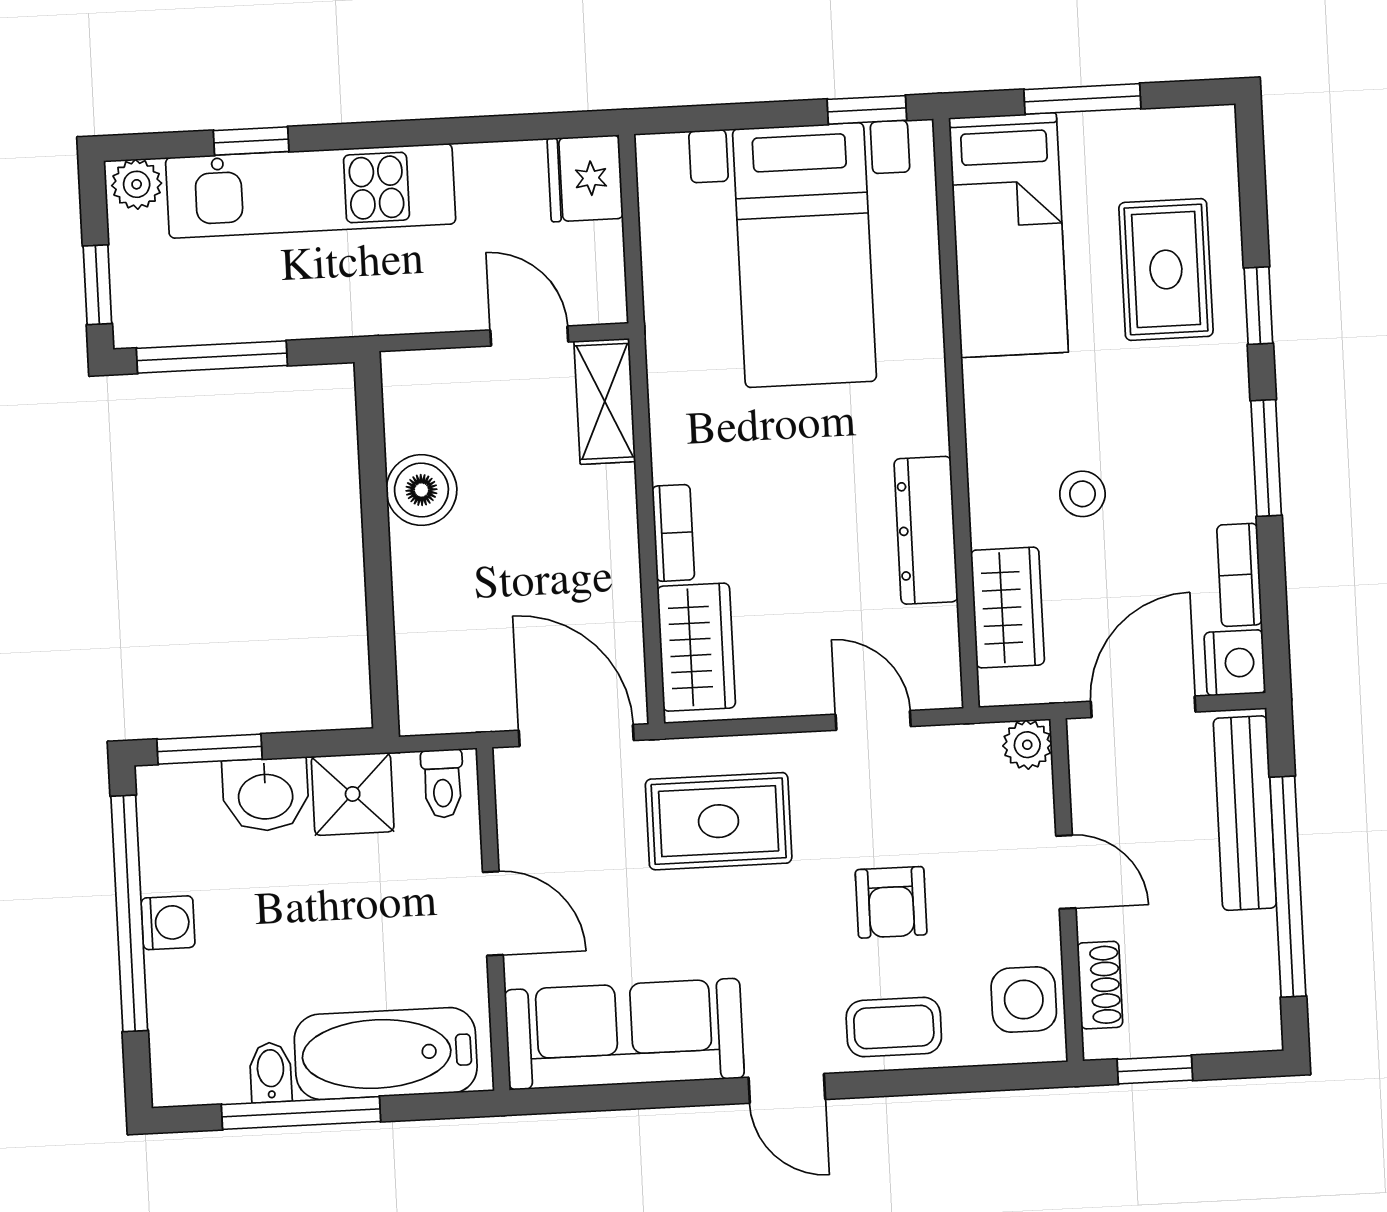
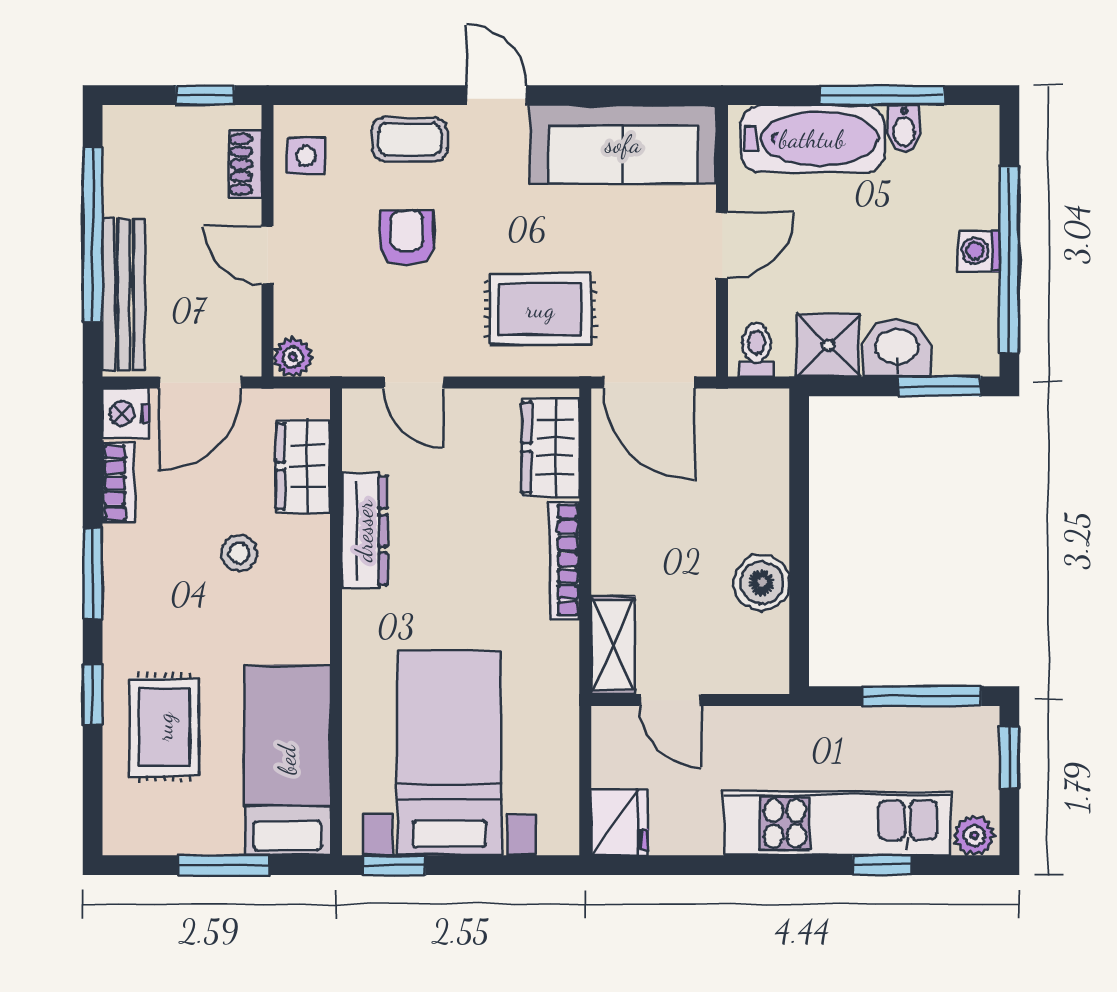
bookcase: (673, 533) -> (564, 560), width x1.56
door: (493, 913) -> (722, 245), swing flipped
side table: (1024, 999) -> (306, 156), width x0.73, depth x0.73

